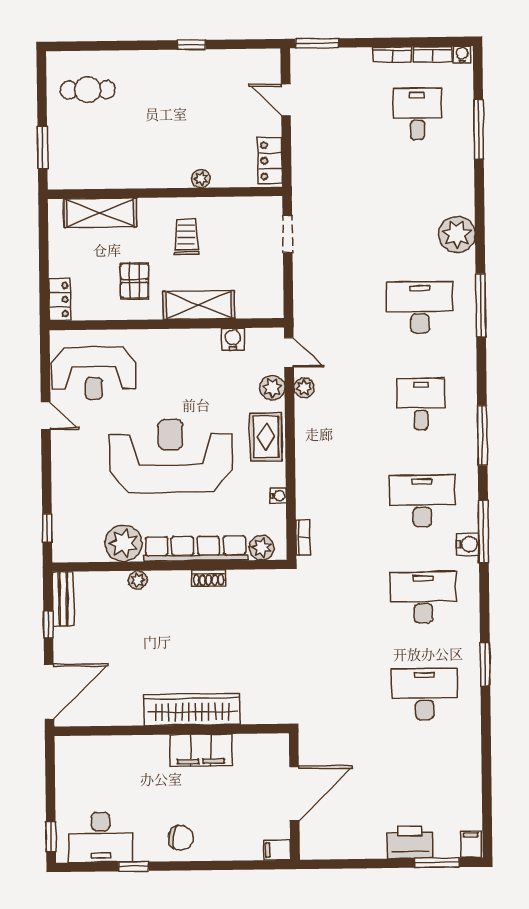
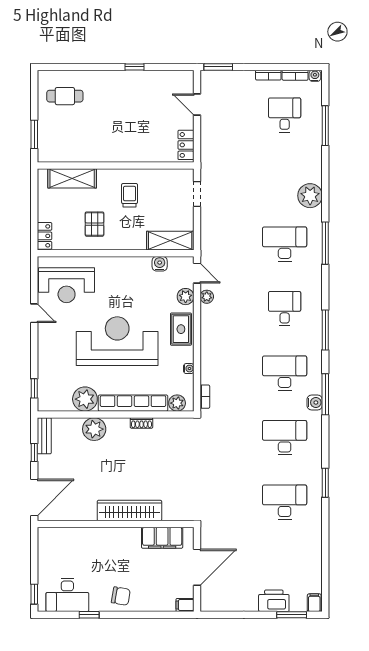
plant: (201, 179) -> (140, 156), removed
shelving: (199, 305) -> (170, 241), moved
plant: (138, 580) -> (94, 429), width x1.87, depth x1.87
filing cabinet: (201, 750) -> (162, 538), moved

